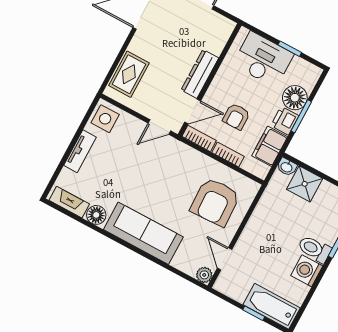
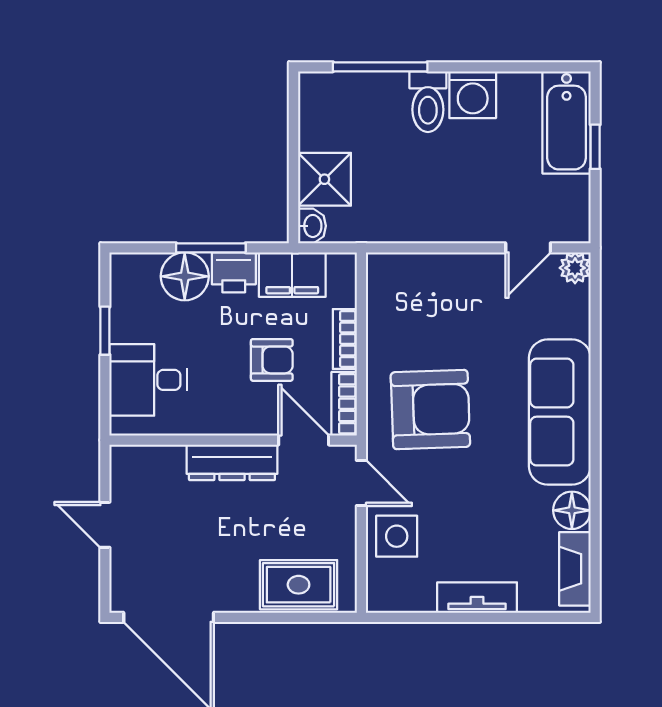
desk: (263, 59) -> (148, 380), width x0.73
side table: (105, 119) -> (397, 536), moved
armchair: (215, 202) -> (430, 410), moved

